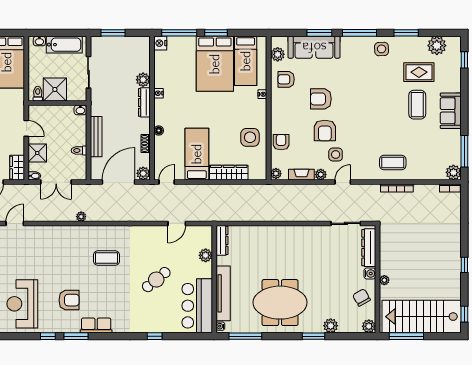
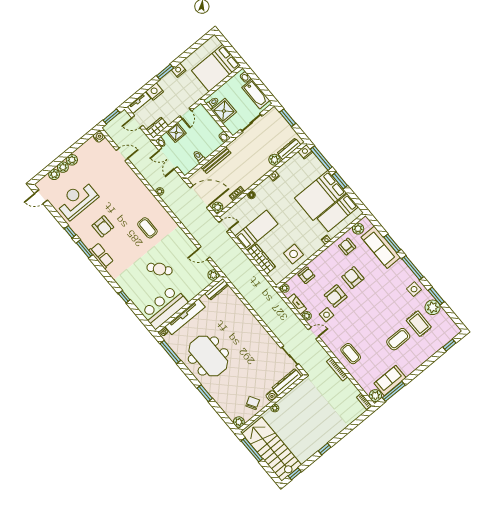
plant: (437, 46) -> (433, 307), moved
dresser: (144, 102) -> (289, 149), moved
sofa: (451, 111) -> (390, 380), moved
plant: (206, 255) -> (213, 275), moved
plant: (331, 326) -> (220, 399), removed

